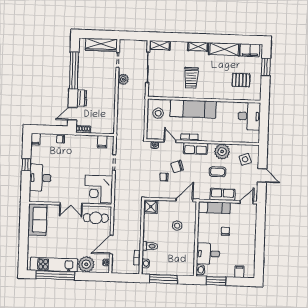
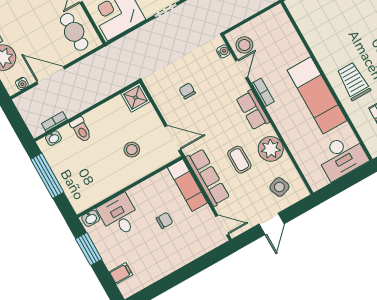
trolley: (191, 78) -> (353, 81), moved, turned 90
exam couch: (193, 109) -> (317, 95), moved
stool: (158, 113) -> (244, 45), moved
chair: (177, 167) -> (213, 100), removed
row of seats: (223, 194) -> (208, 177), width x1.48

